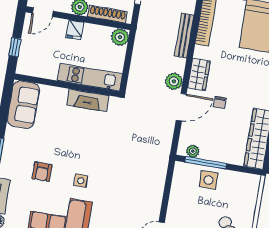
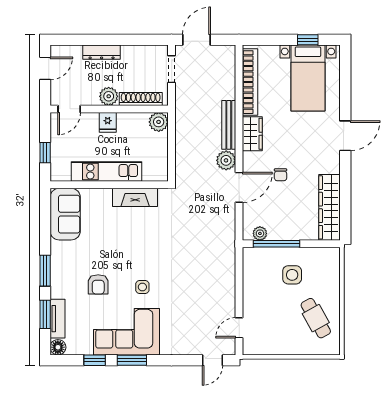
bench: (184, 36) -> (229, 125), moved
wardrobe: (199, 75) -> (252, 134), moved
kitchen unit: (90, 77) -> (106, 172), moved
side table: (209, 180) -> (292, 275), moved

